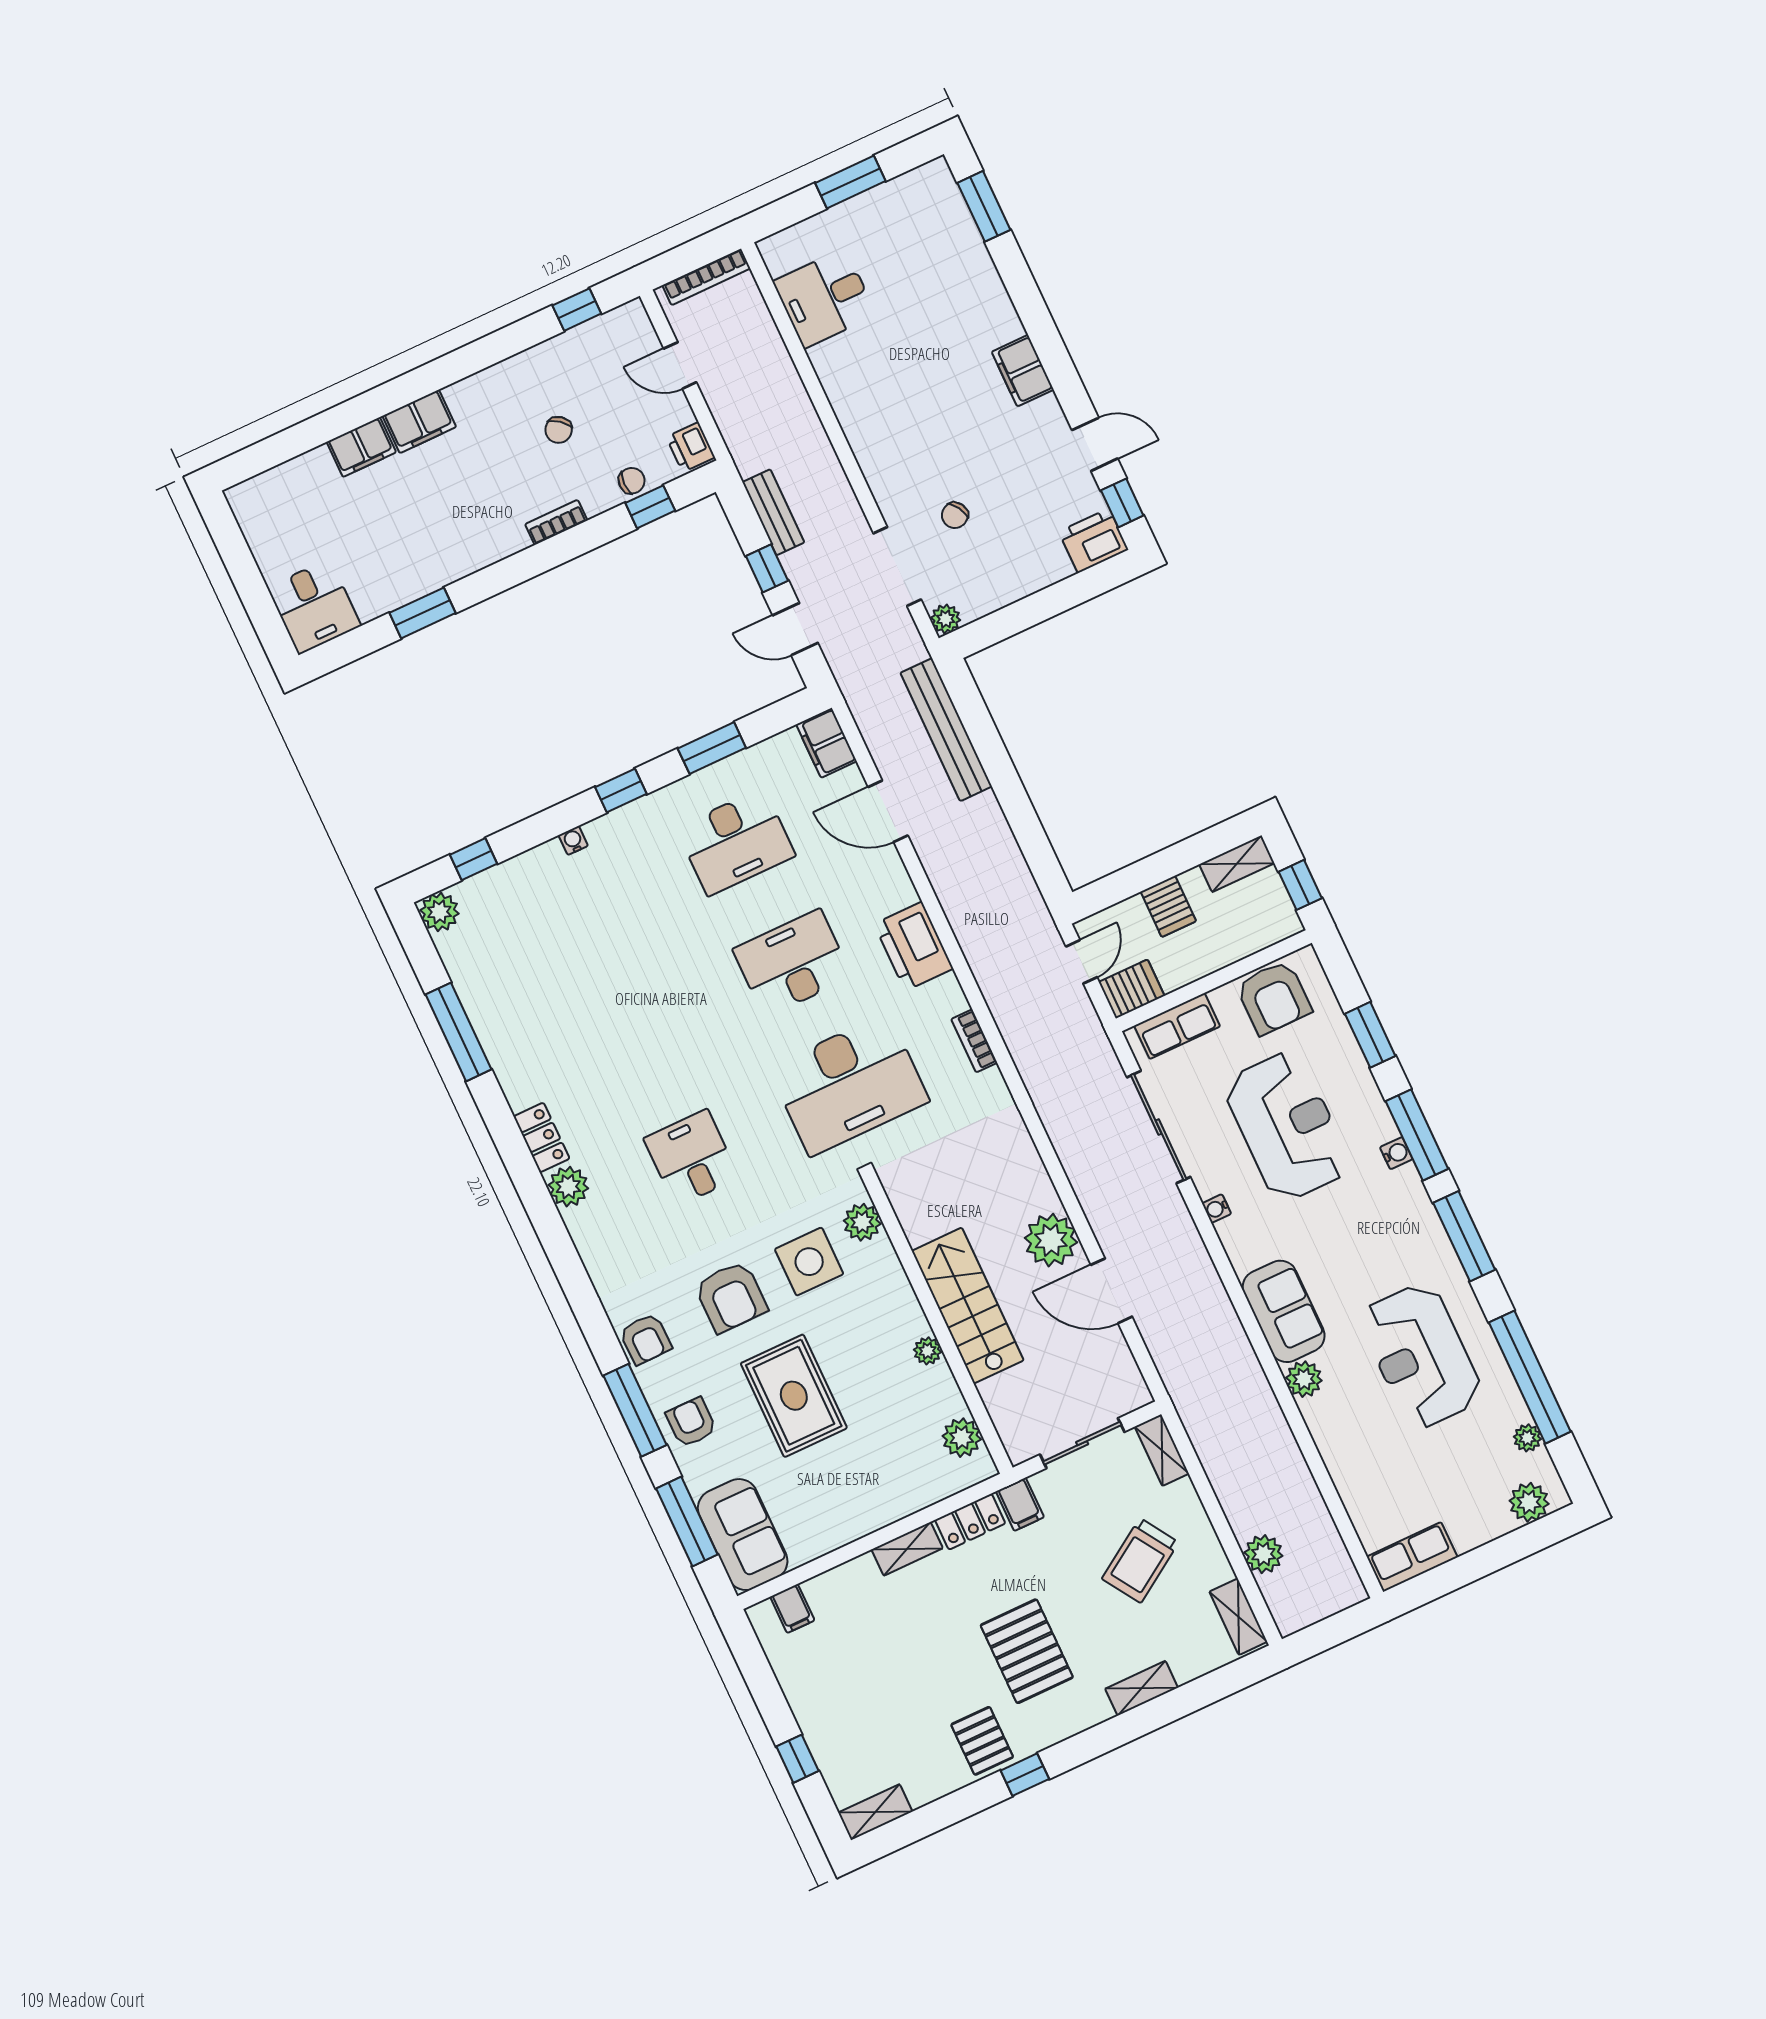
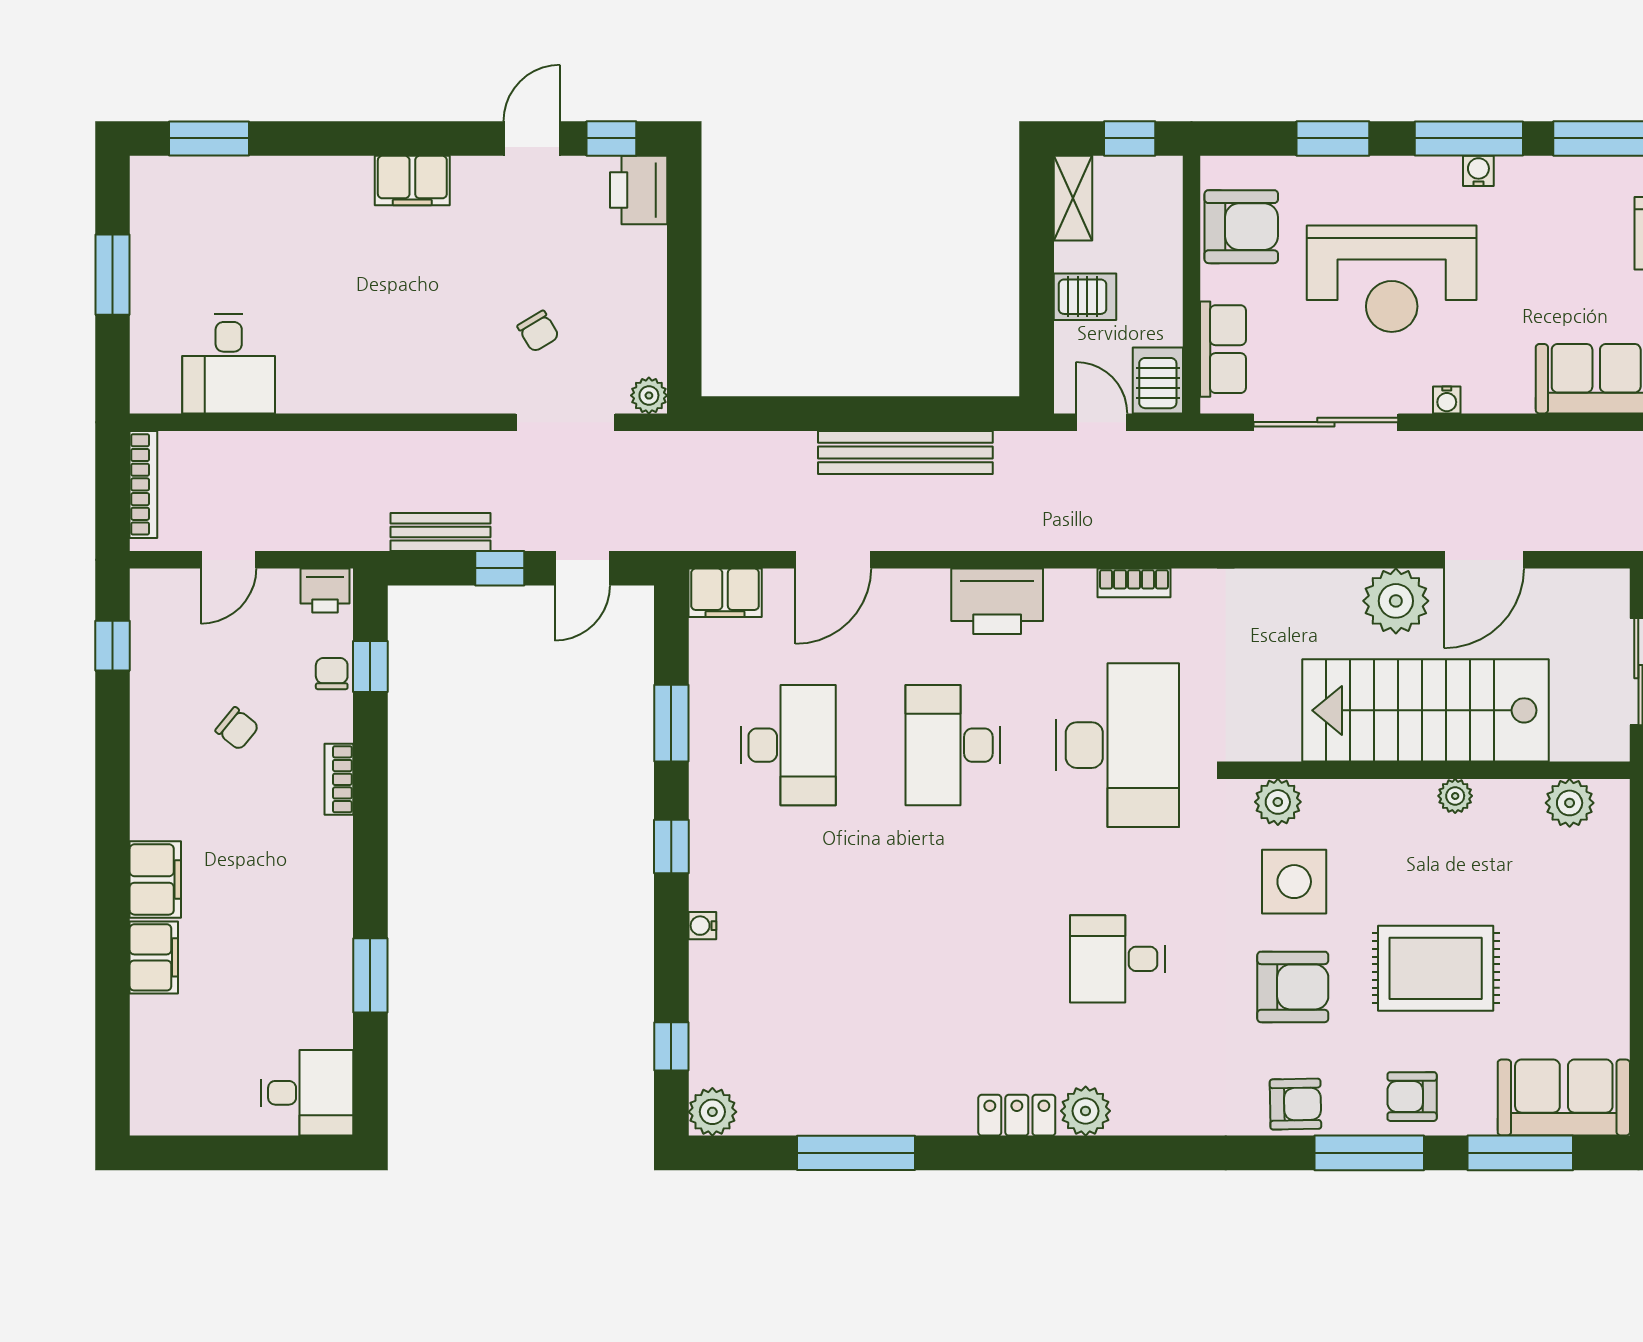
bench: (946, 730) -> (905, 452), moved
reception desk: (1287, 1126) -> (1392, 279), turned 180
stairs: (968, 1306) -> (1426, 710), width x1.36, depth x1.51

